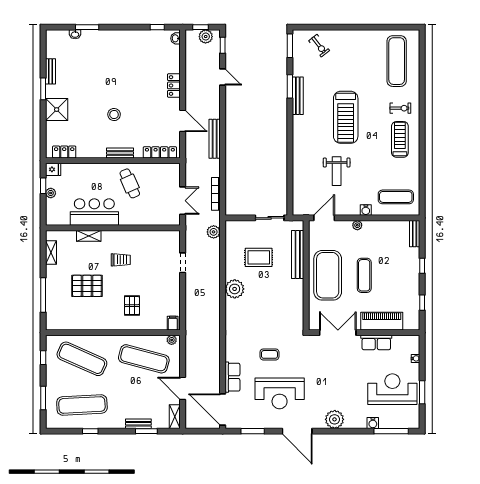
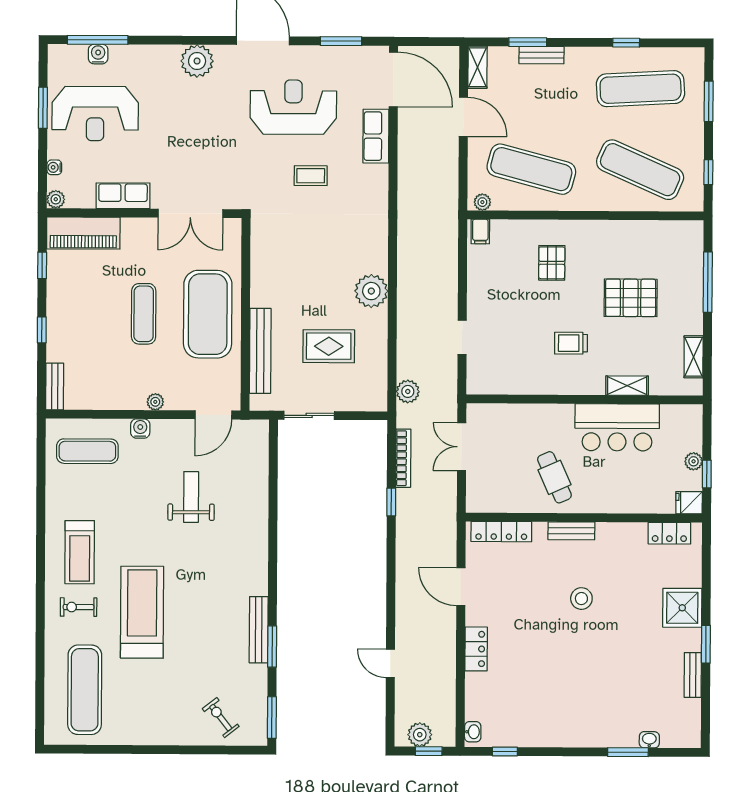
window: (223, 45) -> (391, 502), moved
treadmill: (346, 117) -> (142, 612), moved
bench: (215, 139) -> (405, 555), removed
piano: (382, 321) -> (83, 233), moved
plant: (415, 340) -> (56, 199), added
water cooler: (373, 423) -> (98, 54), moved

